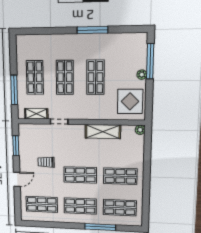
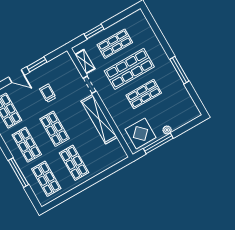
window: (150, 61) -> (158, 143), moved
shop shelf: (65, 77) -> (129, 69), width x1.43, depth x1.36
window: (14, 90) -> (94, 31), width x0.69
plant: (140, 130) -> (122, 155), removed
shelving: (103, 132) -> (99, 119), width x1.47
window: (16, 146) -> (37, 64), moved

